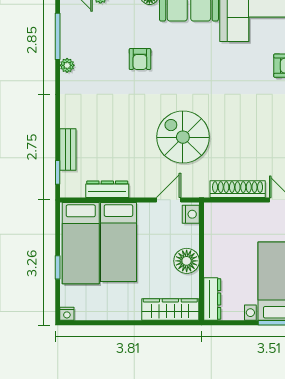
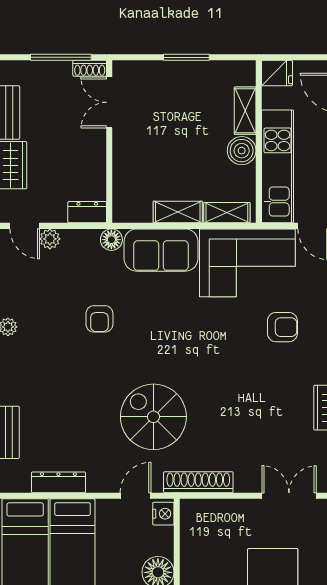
shoe rack: (238, 189) -> (198, 482), moved

